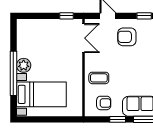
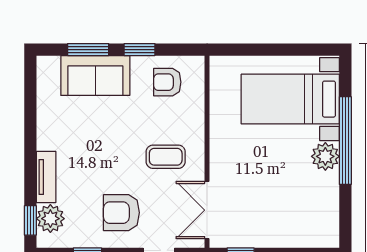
armchair: (127, 37) -> (121, 213), turned 180
coffee table: (99, 78) -> (166, 157), moved

